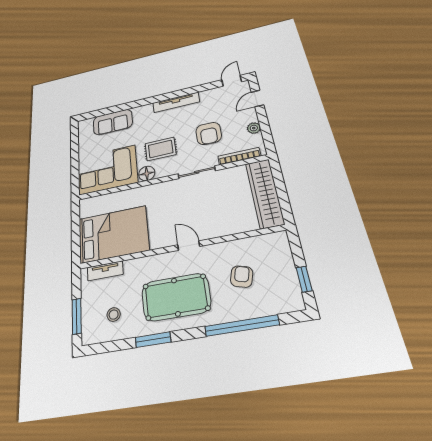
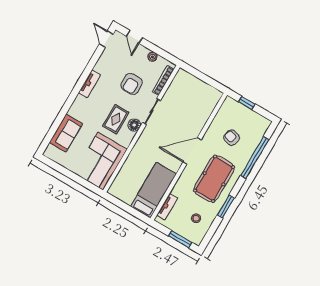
tv unit: (176, 102) -> (90, 84), width x0.71
armchair: (209, 133) -> (132, 84), turned 89
floor lamp: (147, 173) -> (134, 125), moved
wardrobe: (265, 193) -> (198, 87), removed
bed: (113, 234) -> (153, 190), width x0.67
door: (189, 246) -> (192, 151), width x1.88
window: (304, 279) -> (247, 103), moved

